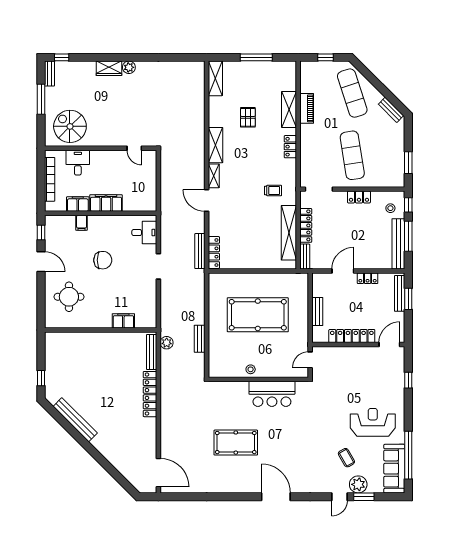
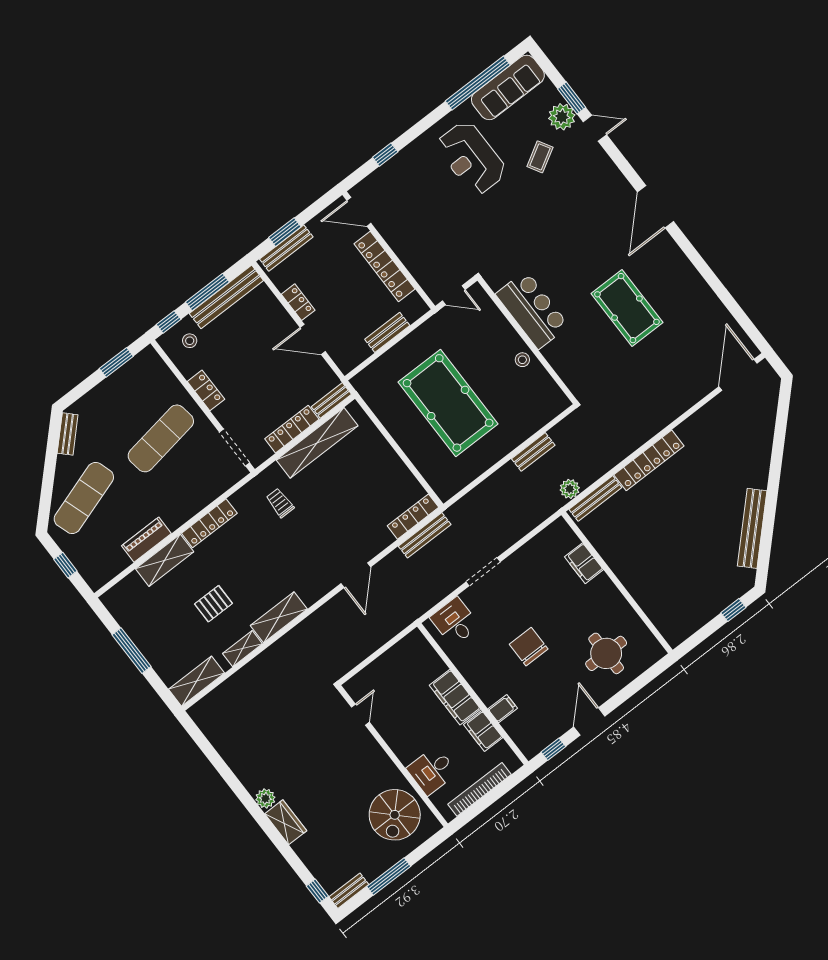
locker: (290, 147) -> (209, 523), width x1.53
shelving: (214, 176) -> (242, 649), moved

